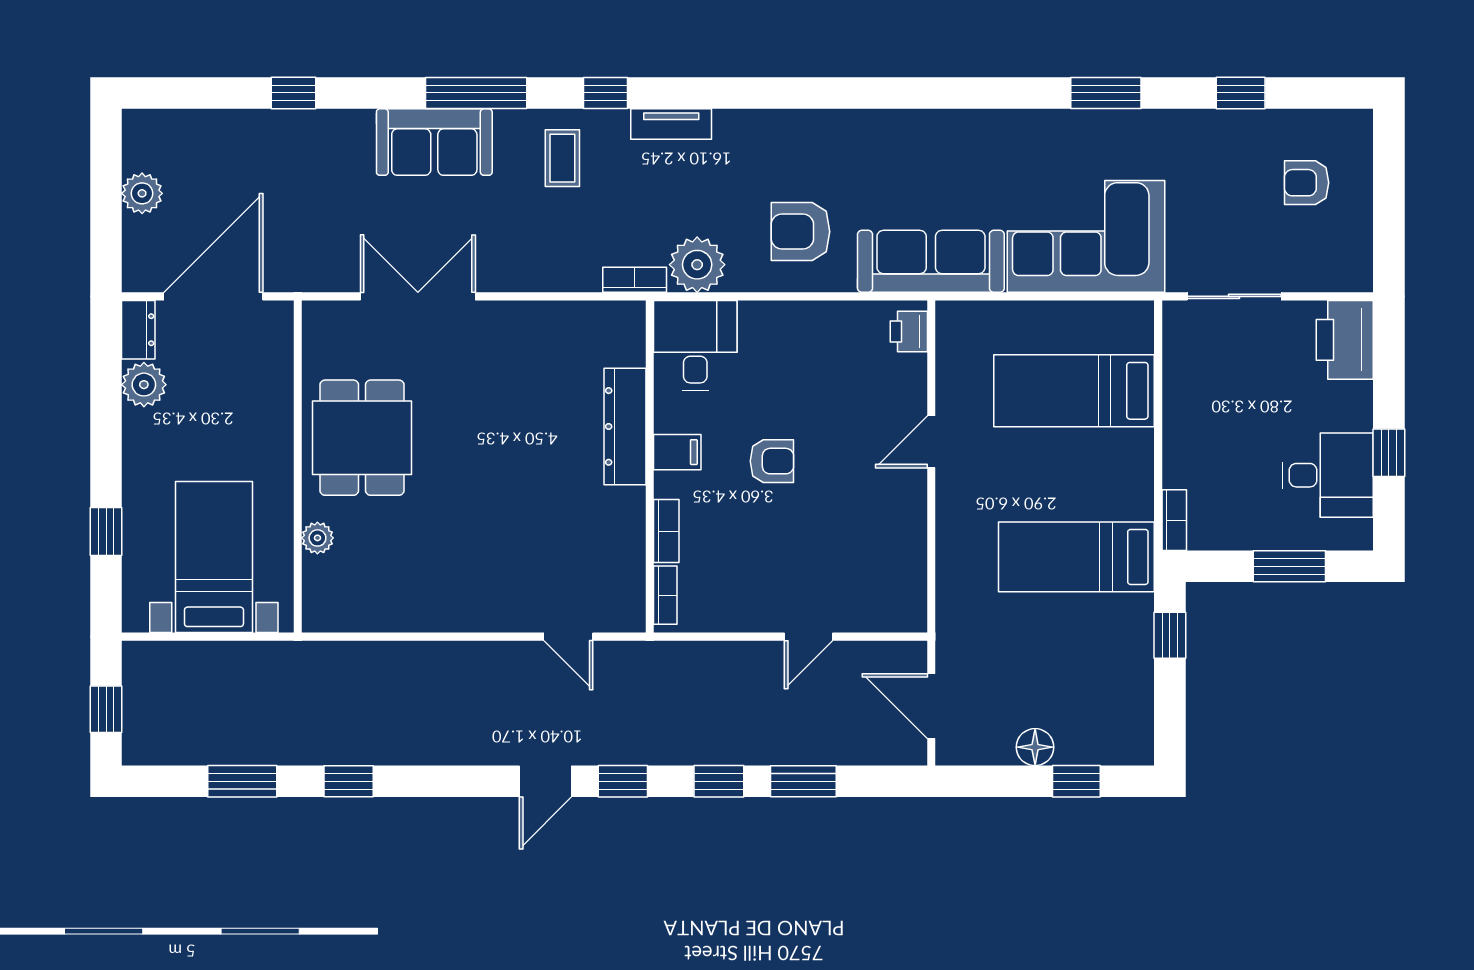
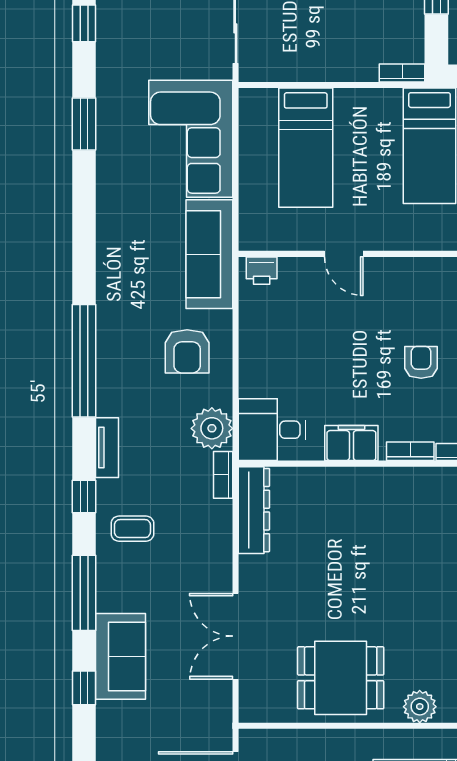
window: (294, 93) -> (84, 688), moved
window: (788, 93) -> (84, 361), added
sofa: (434, 142) -> (121, 656), moved
dresser: (625, 426) -> (254, 510), moved, turned -90
filing cabinet: (677, 452) -> (351, 443), width x2.00
armchair: (772, 461) -> (421, 362), moved
plant: (317, 538) -> (420, 707), width x1.38, depth x1.38

